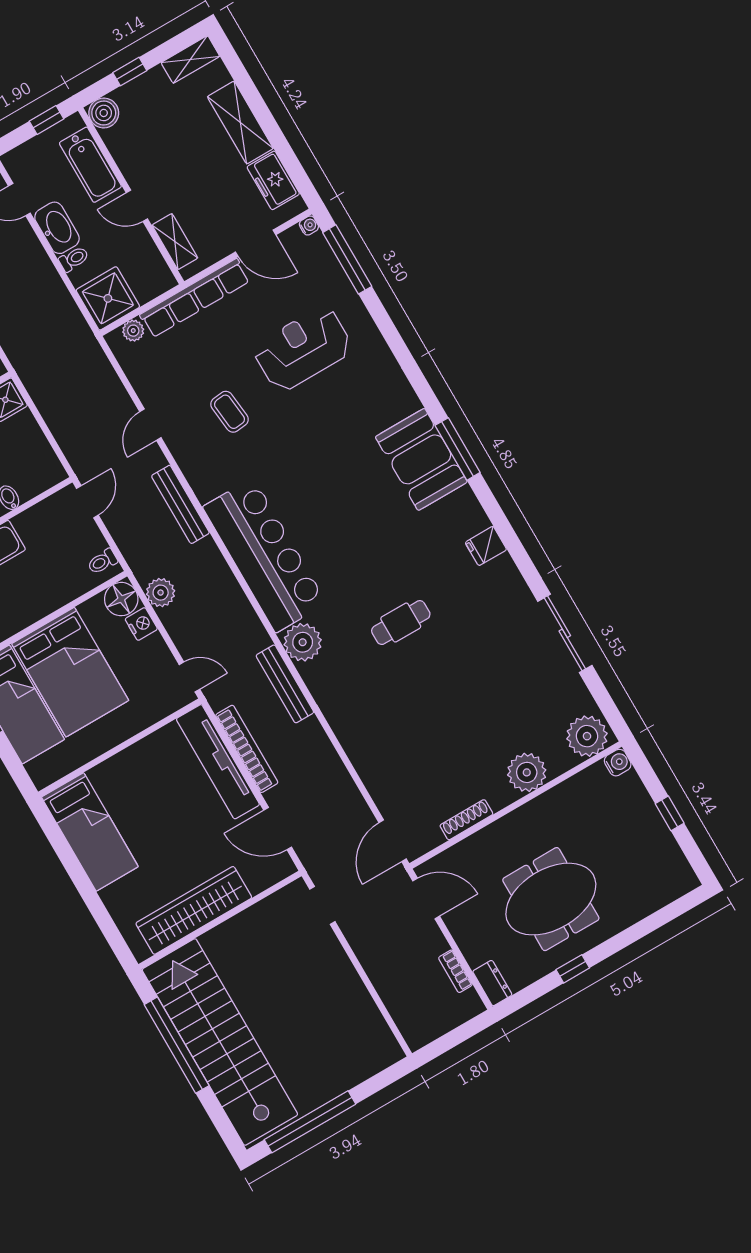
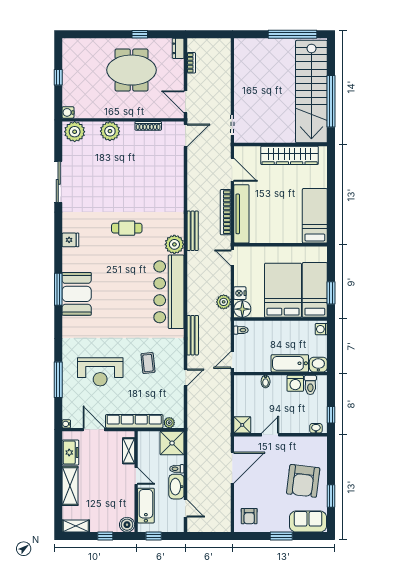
window: (347, 259) -> (58, 380), moved

